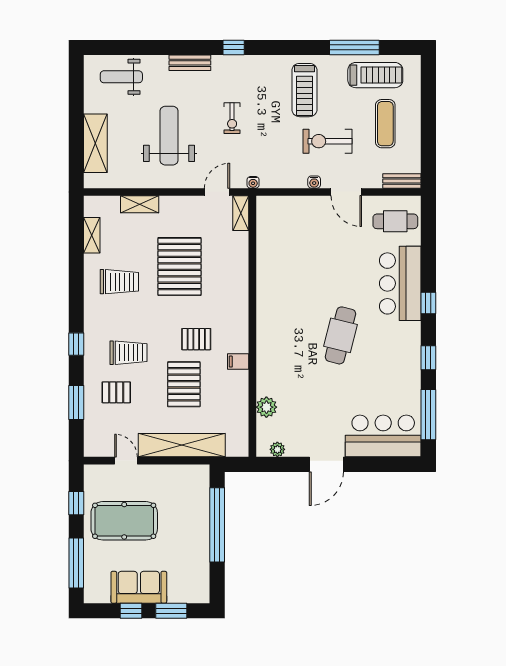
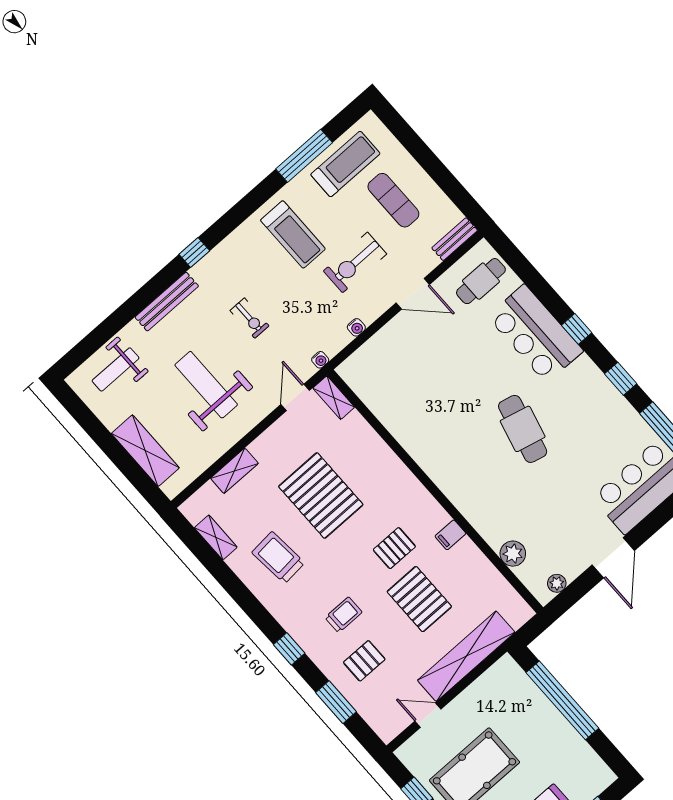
bench: (190, 63) -> (167, 302), width x1.36
water cooler: (314, 182) -> (356, 327), moved
trolley: (119, 282) -> (278, 558), turned -95
trolley: (128, 353) -> (343, 615), width x0.73, depth x0.72

